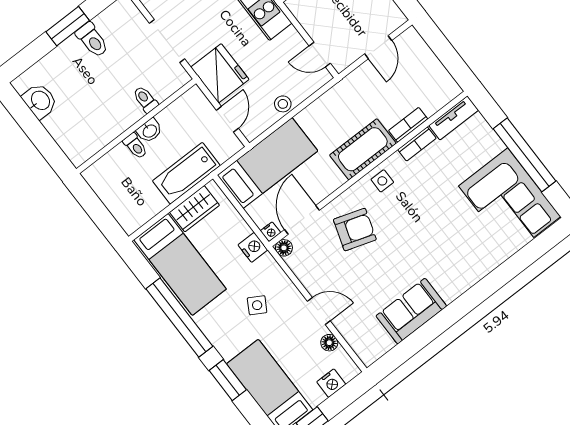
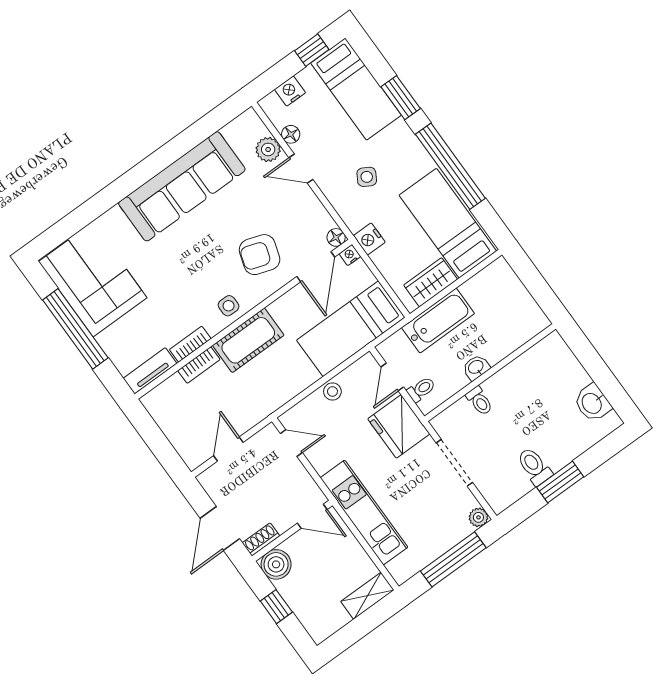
toilet: (135, 146) -> (421, 389), moved, turned 90
sofa: (411, 311) -> (182, 186), width x1.85, depth x1.27
plant: (350, 328) -> (268, 149), added

